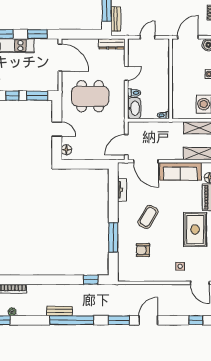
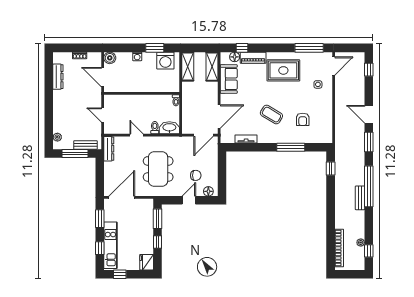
chair: (83, 136) -> (196, 175), added
door: (126, 145) -> (204, 135), hinge flipped
sofa: (180, 171) -> (229, 79), width x0.73

